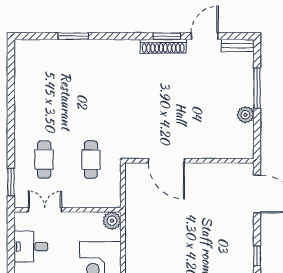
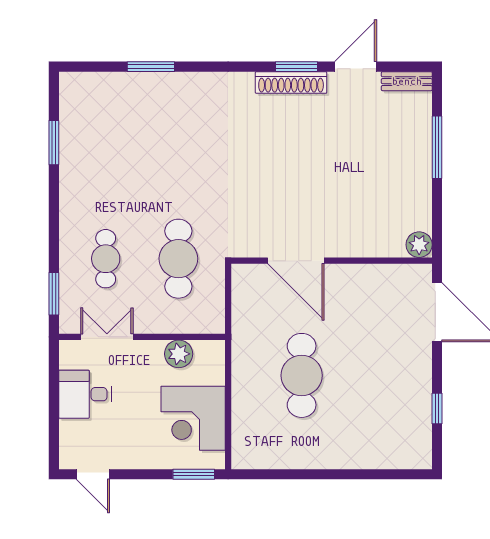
window: (11, 85) -> (54, 143), added
plant: (246, 115) -> (419, 245), moved
cafe table: (91, 160) -> (178, 259), width x1.37, depth x1.35
plant: (112, 221) -> (179, 354), moved
cafe table: (170, 235) -> (302, 375), added

